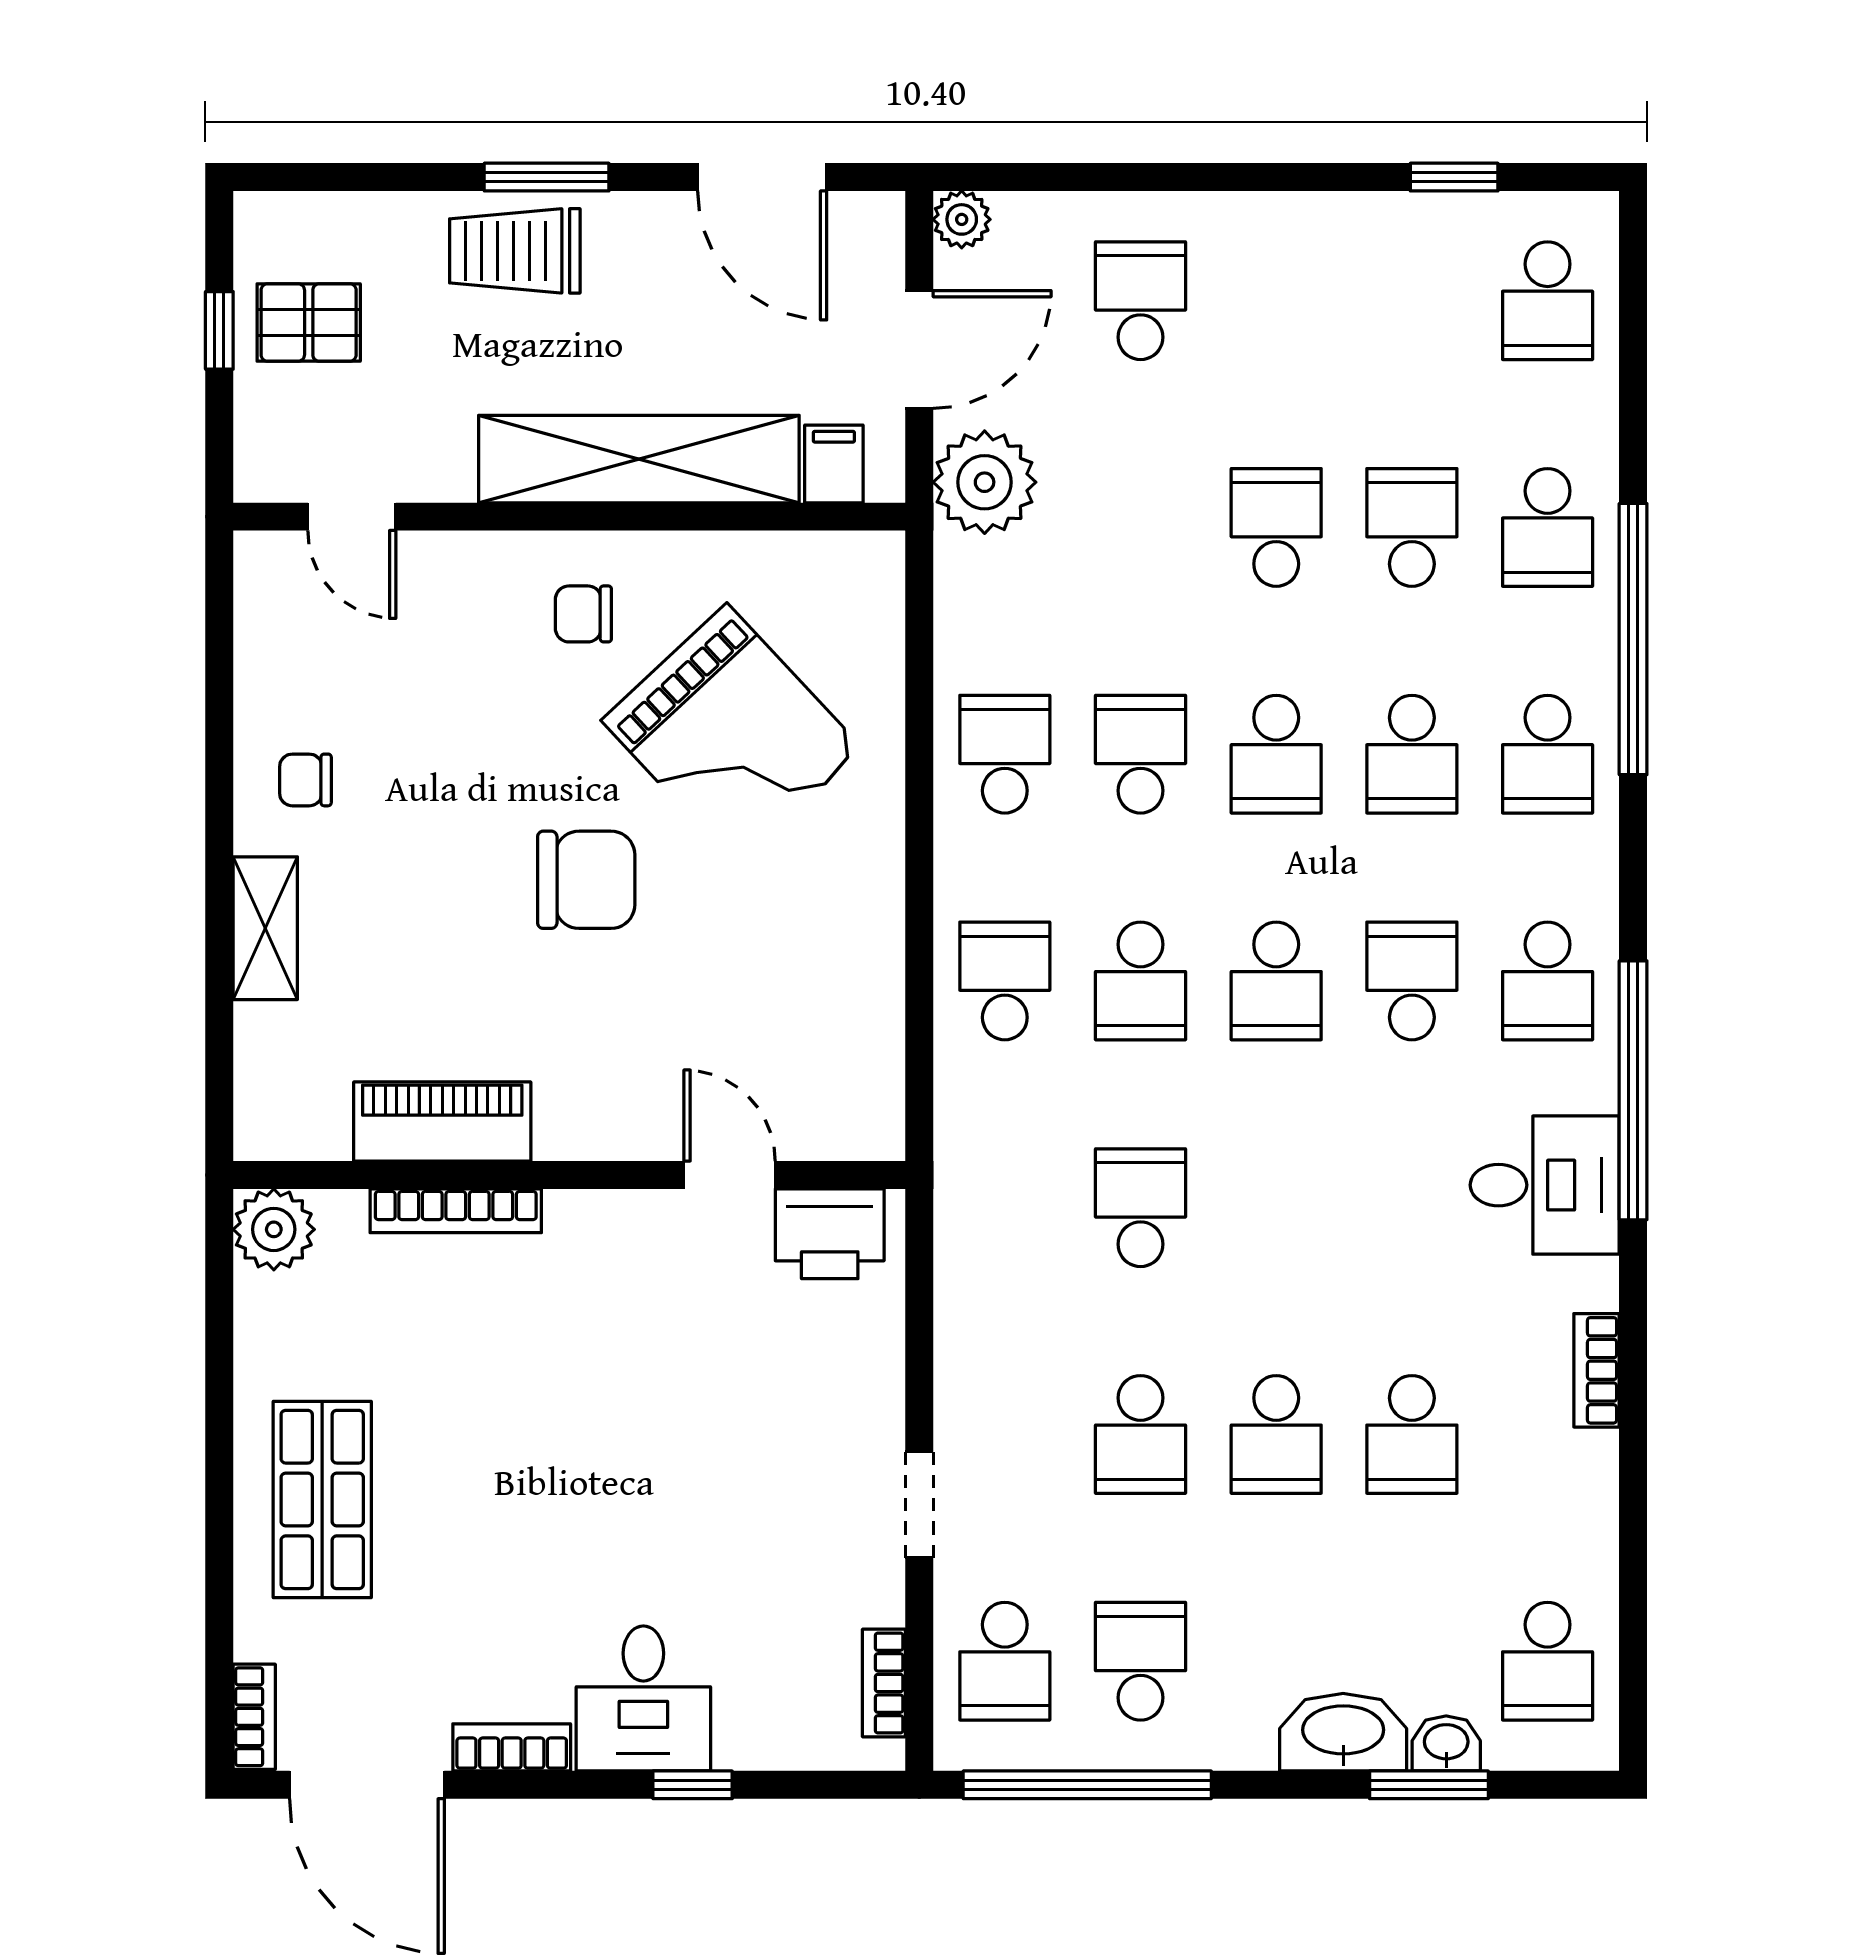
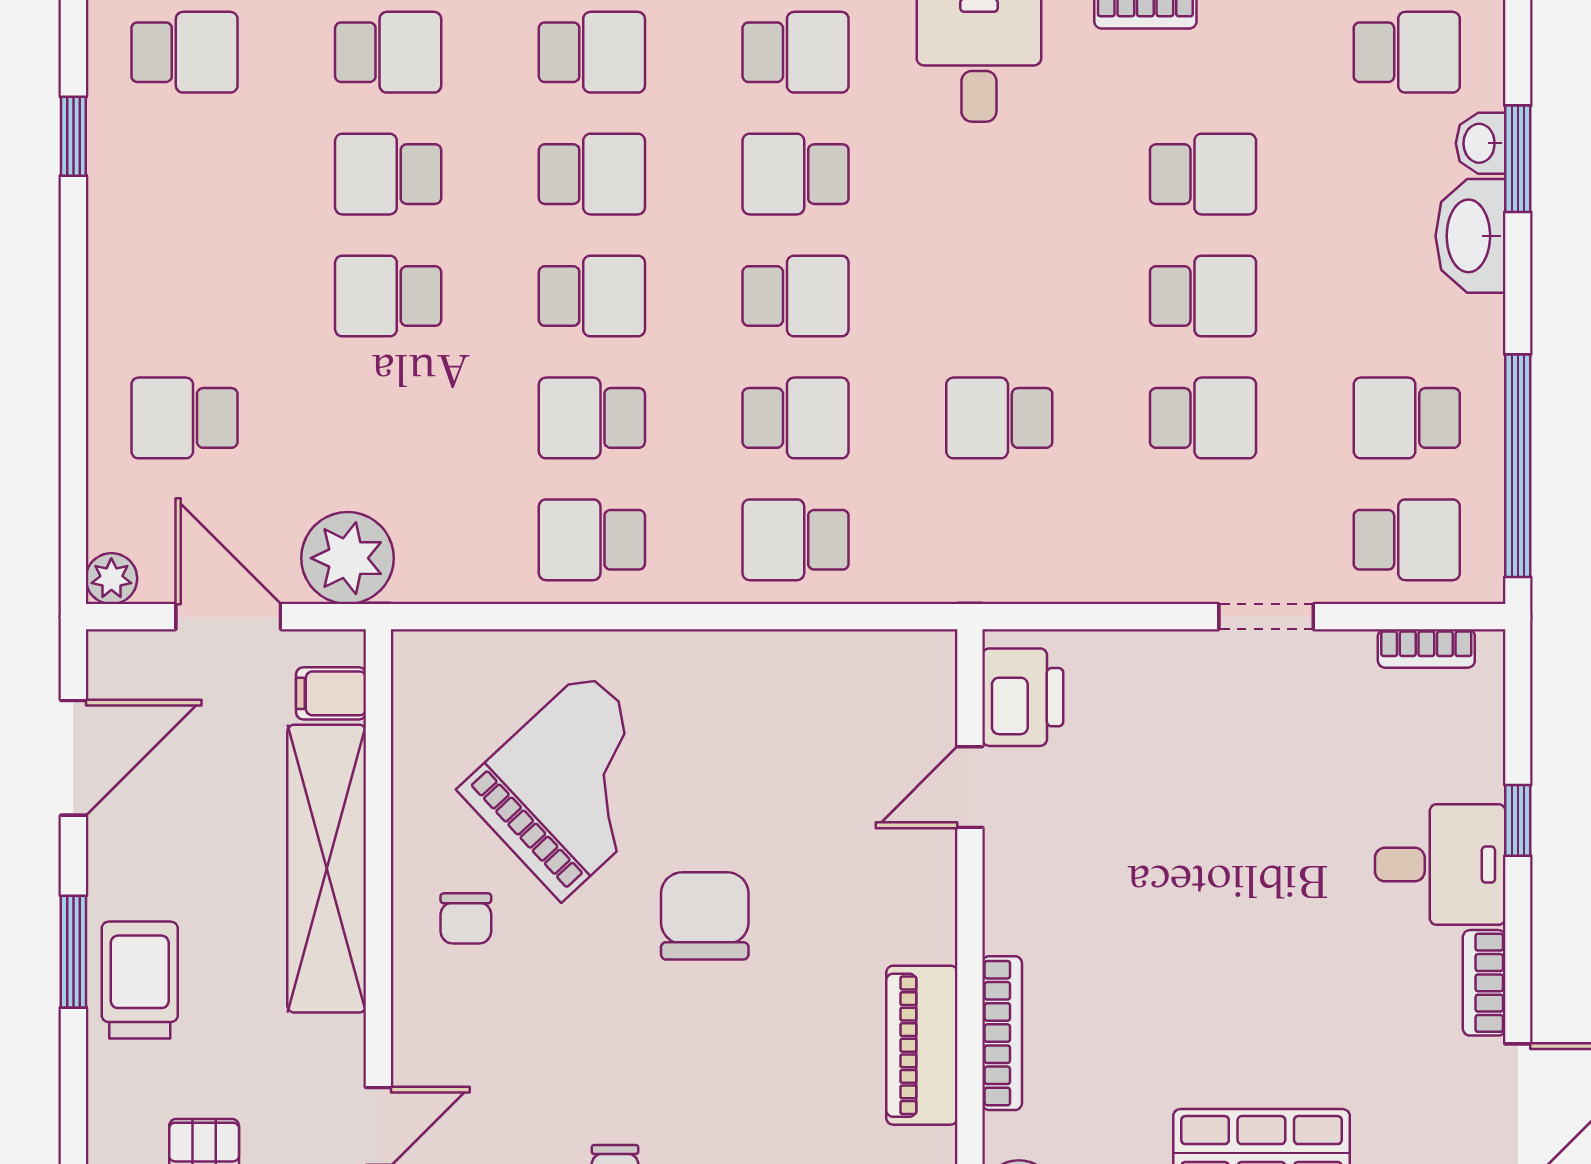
trolley: (515, 251) -> (140, 980), turned 180

